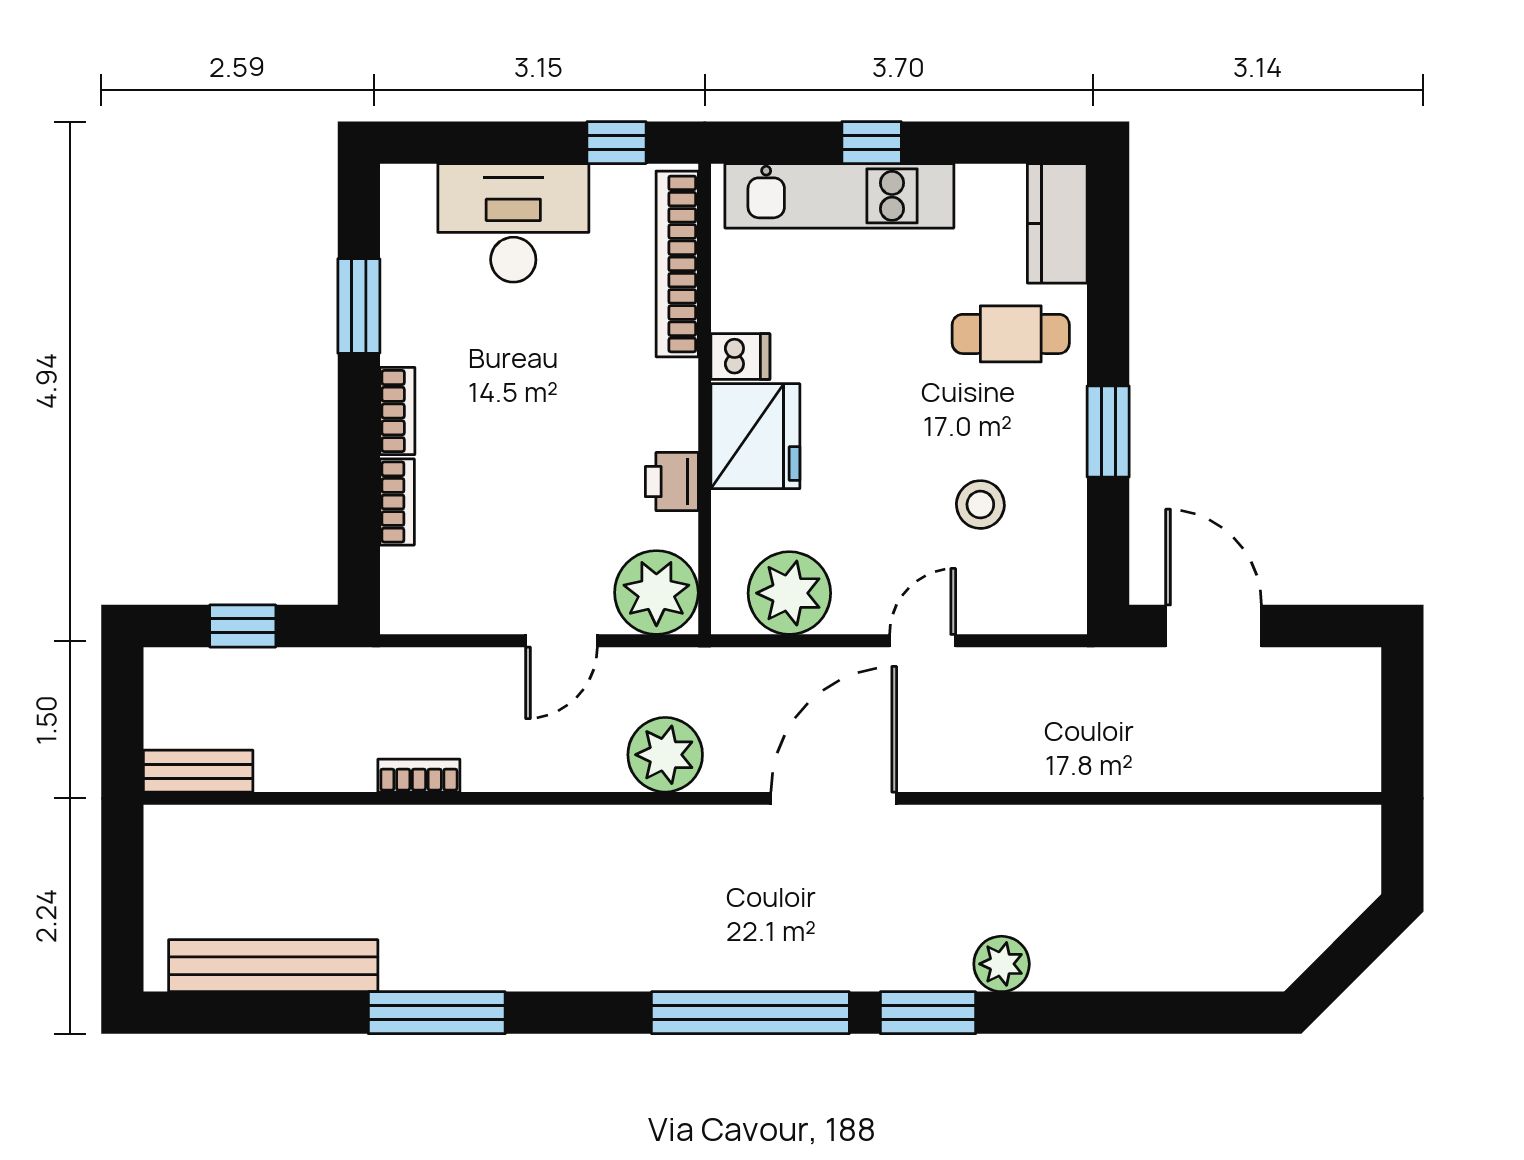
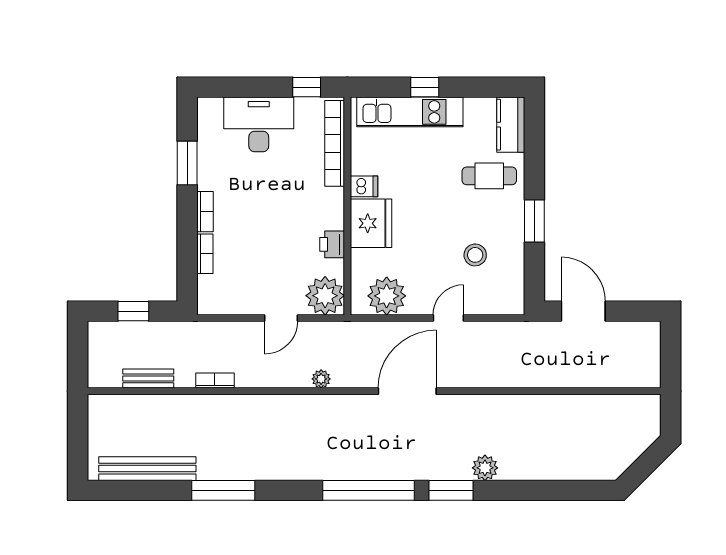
plant: (665, 755) -> (321, 379), width x0.53, depth x0.53
bench: (198, 771) -> (148, 378), moved

